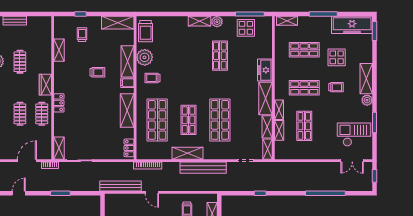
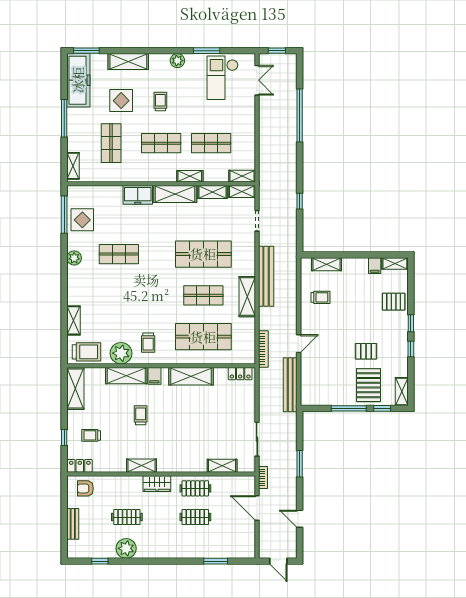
shelving: (200, 21) -> (74, 320), moved
armchair: (42, 30) -> (85, 488), added
shelving: (59, 50) -> (142, 466), moved
shelving: (366, 79) -> (128, 62), moved
shop shelf: (304, 88) -> (161, 143), turned 90
locker: (59, 103) -> (80, 466), moved
shelving: (279, 130) -> (242, 176), moved
shelving: (59, 148) -> (222, 466), moved

